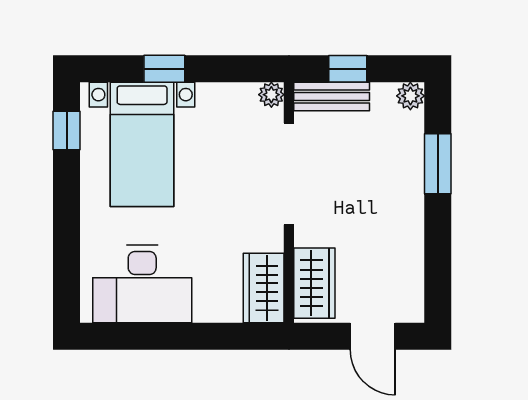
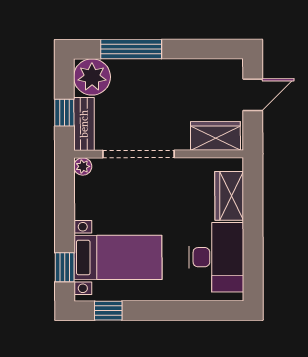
window: (164, 69) -> (65, 267), moved
plant: (410, 96) -> (92, 77), width x1.88, depth x1.88
window: (438, 164) -> (131, 49), width x1.44
wardrobe: (264, 288) -> (229, 196), moved, turned 90

